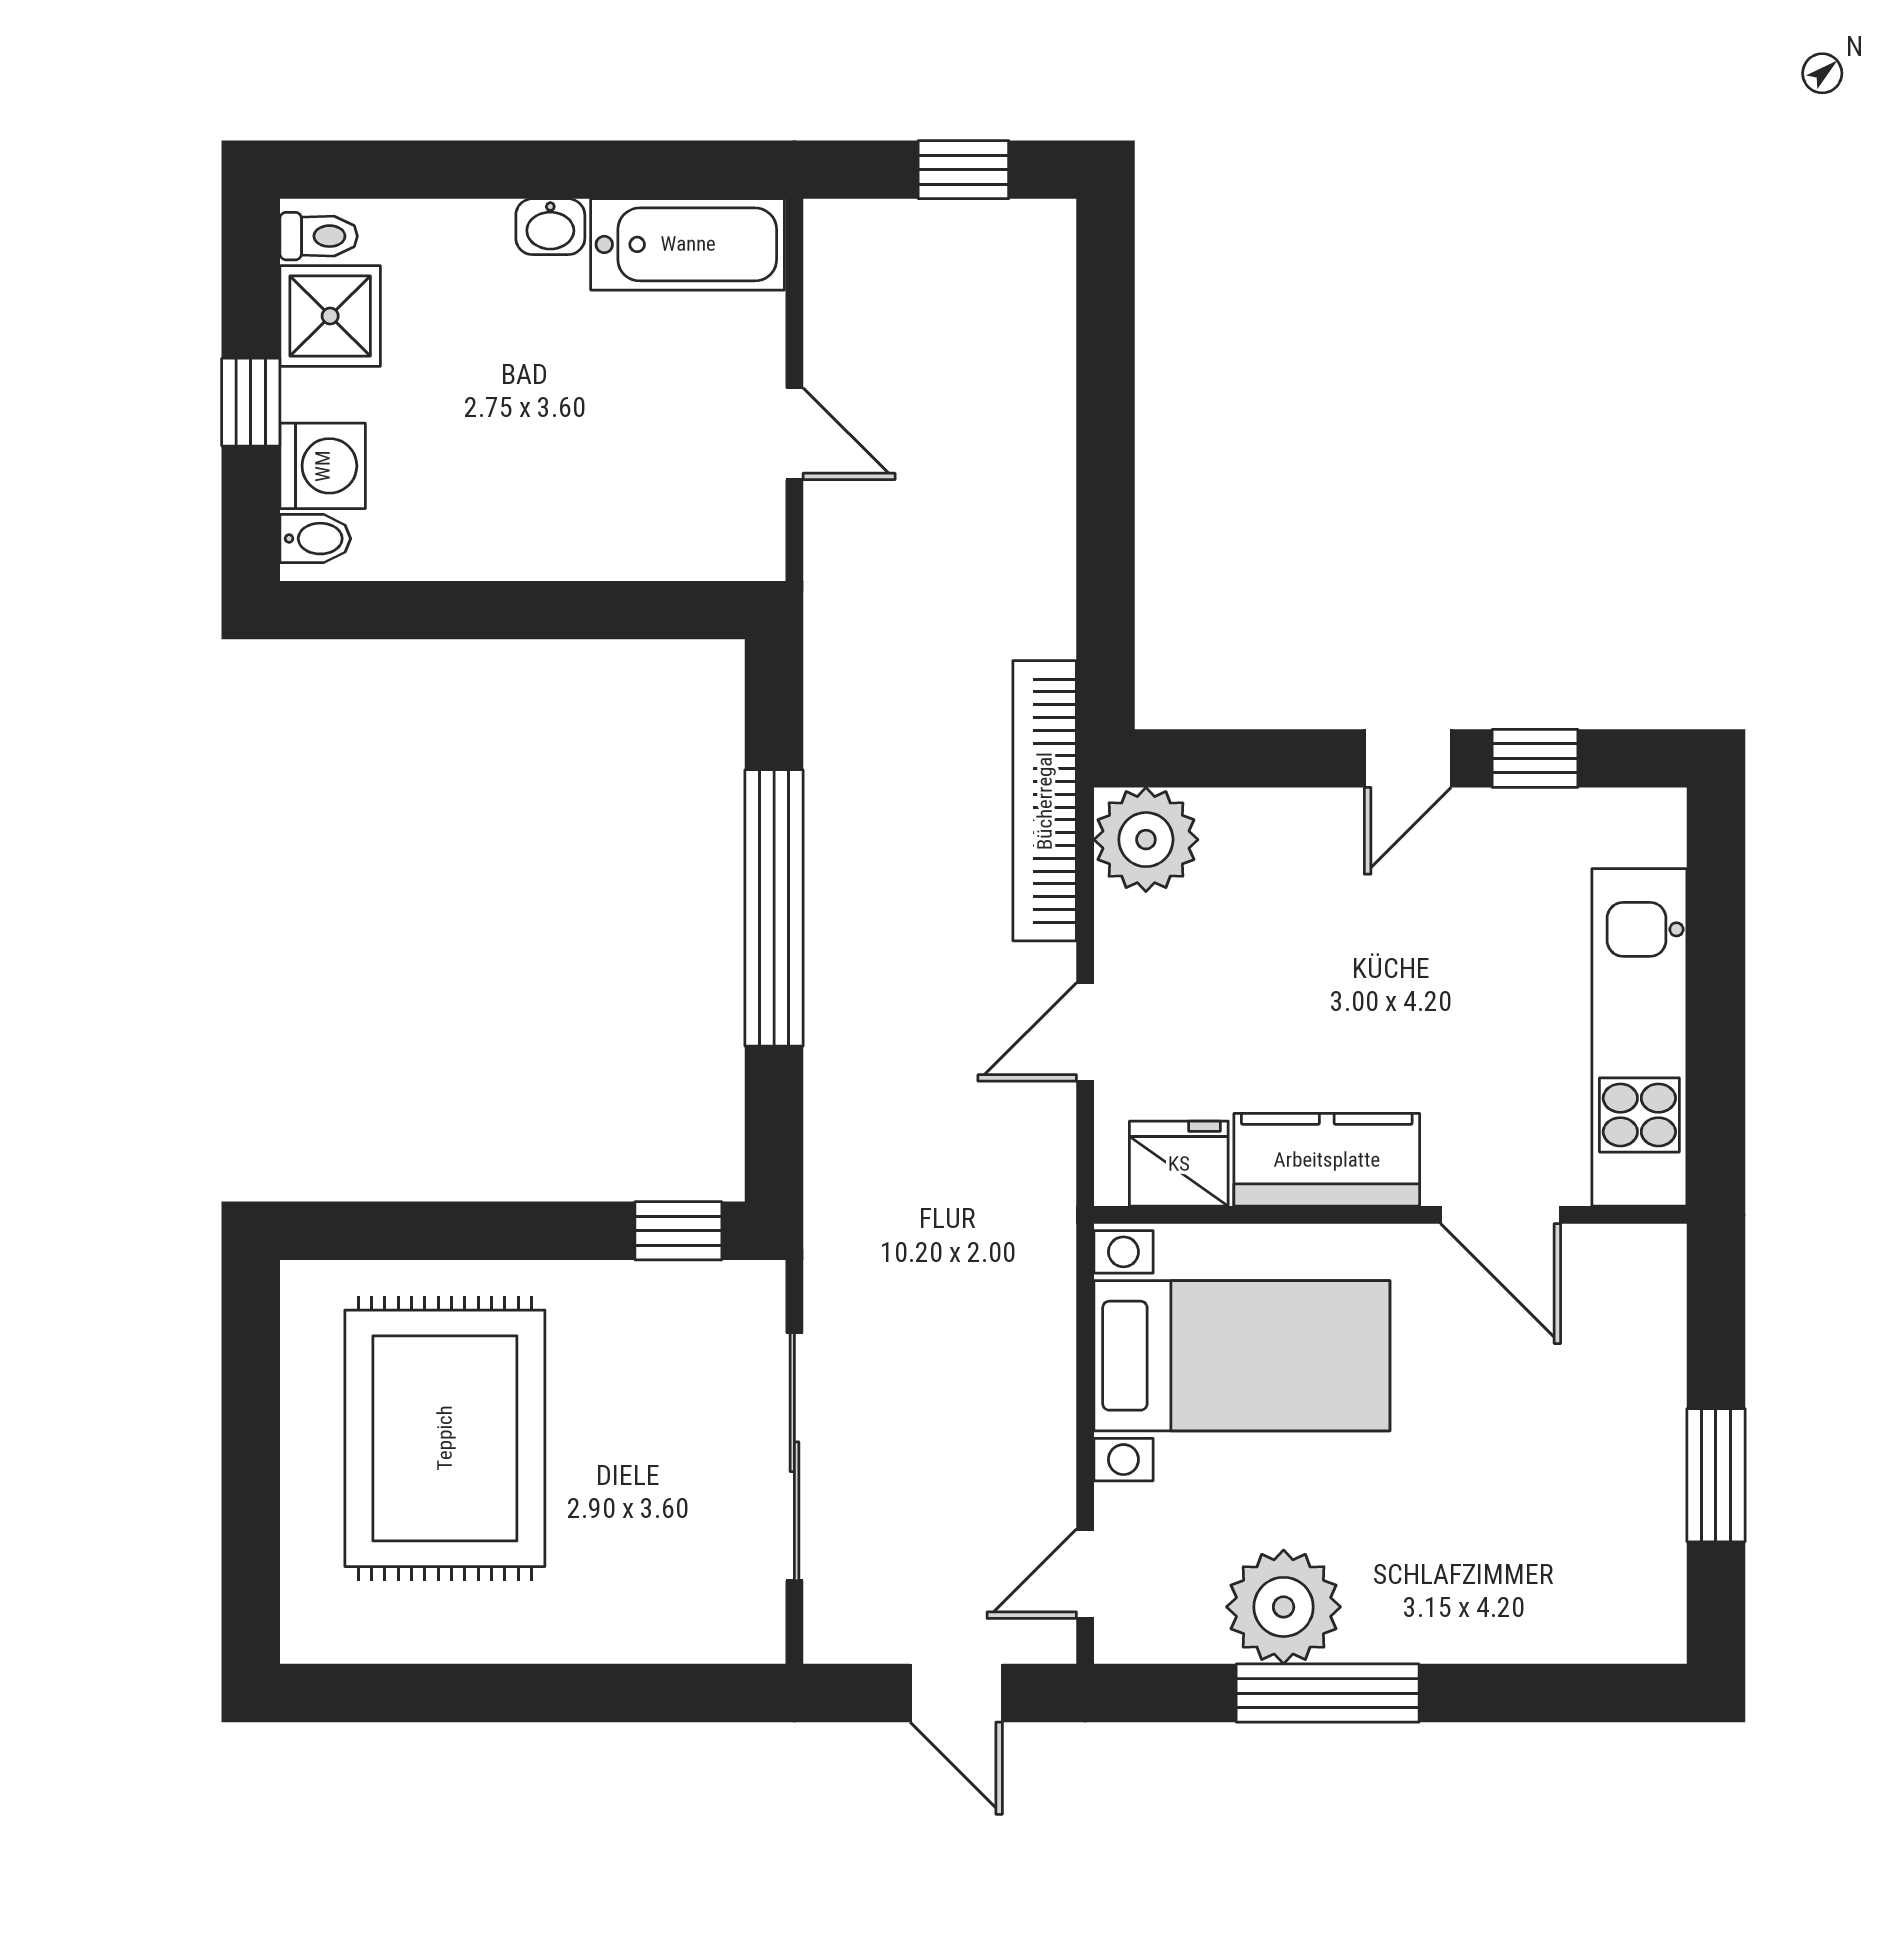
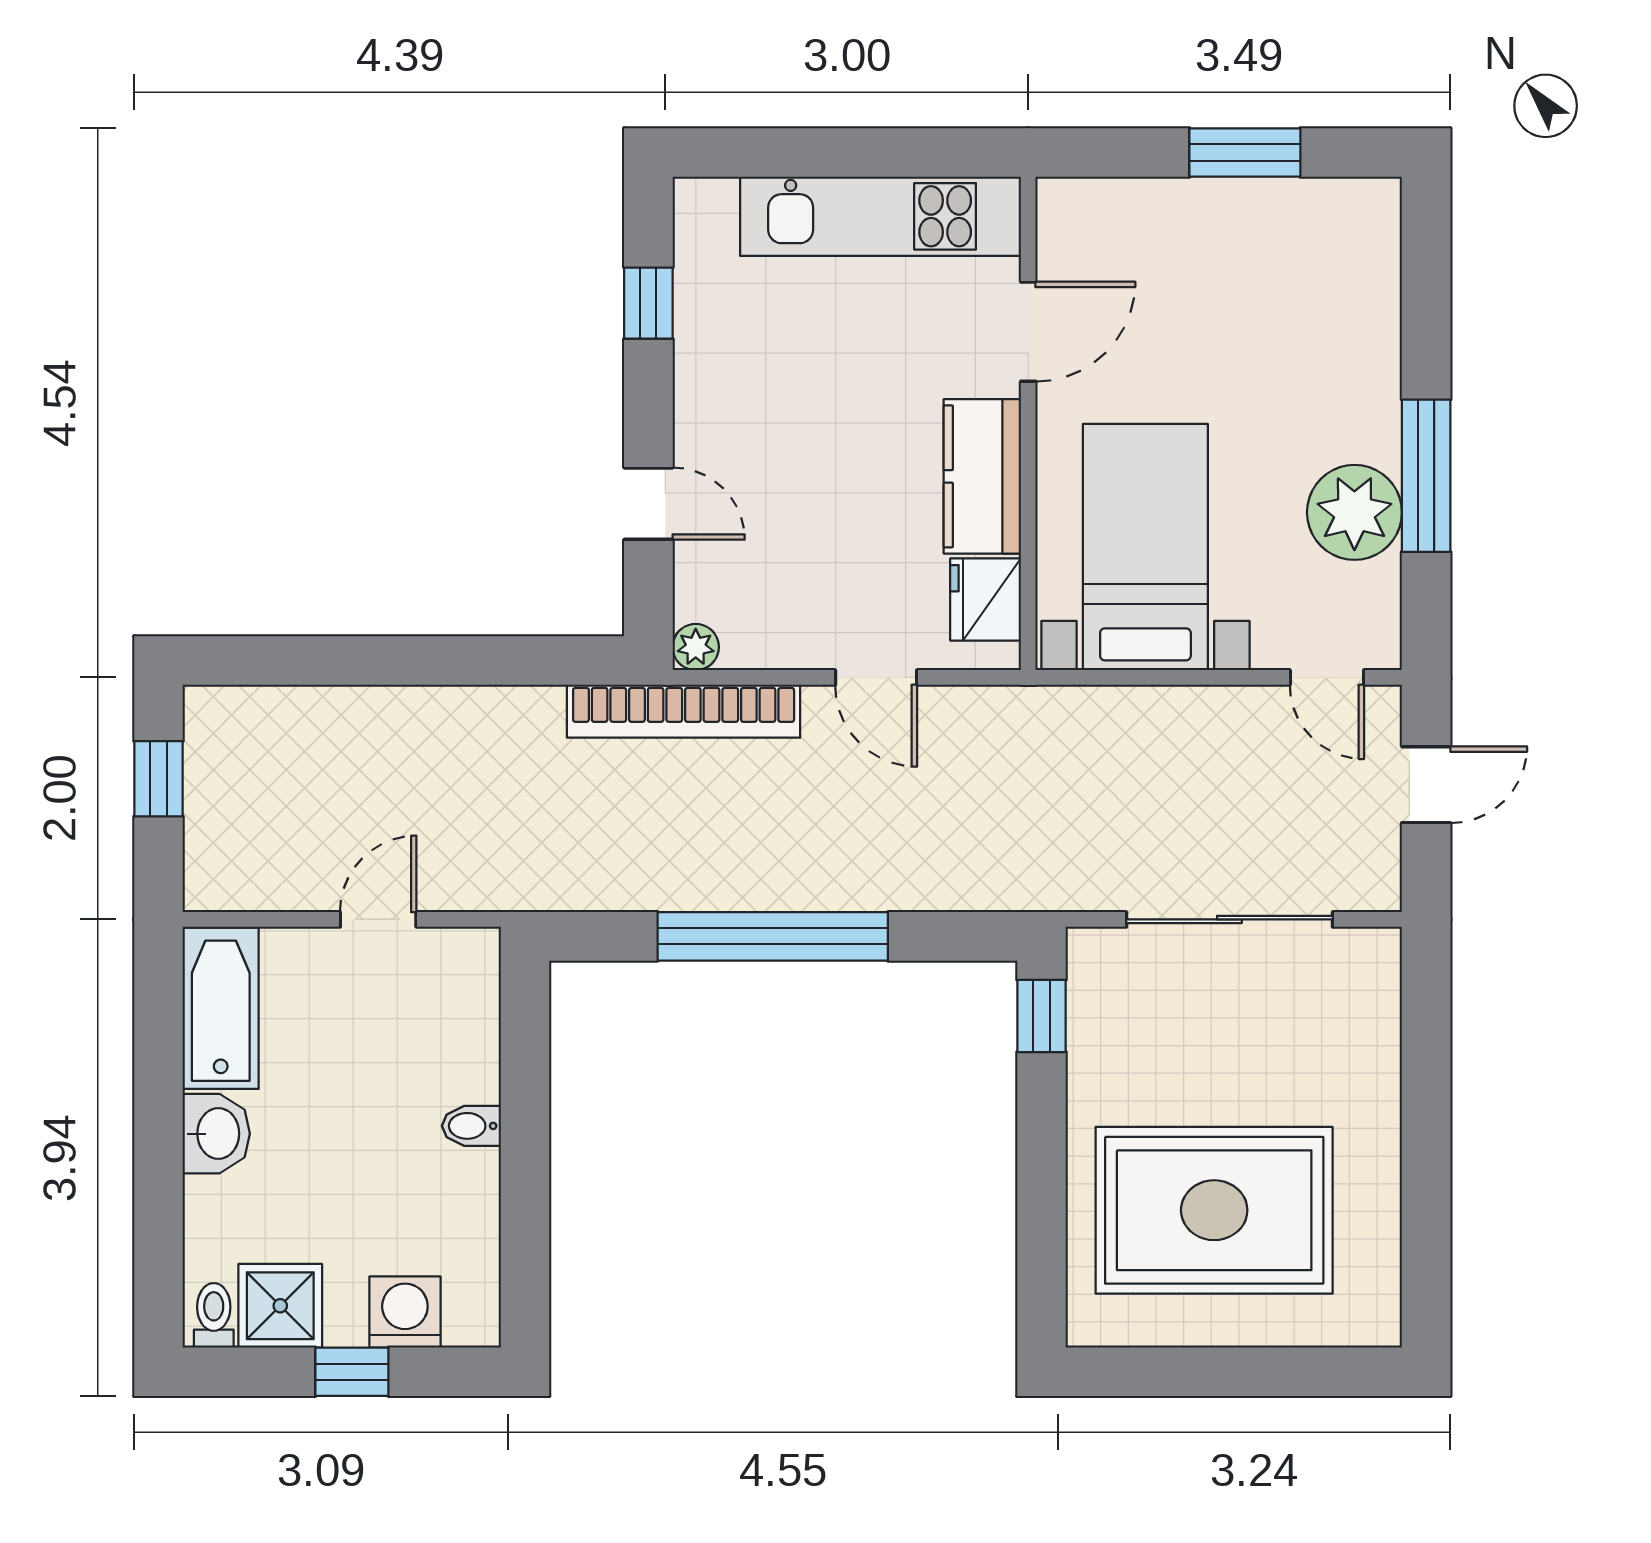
washbasin: (550, 227) -> (216, 1134), width x1.38, depth x1.45
bidet: (315, 539) -> (471, 1126), moved, turned -90
door: (1408, 758) -> (648, 504), moved
plant: (1146, 840) -> (696, 647), width x0.53, depth x0.53

